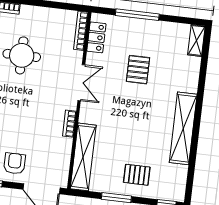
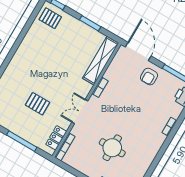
pallet: (138, 70) -> (37, 104), turned 90
shelving: (183, 128) -> (24, 50), removed
pallet: (137, 175) -> (50, 18), moved

